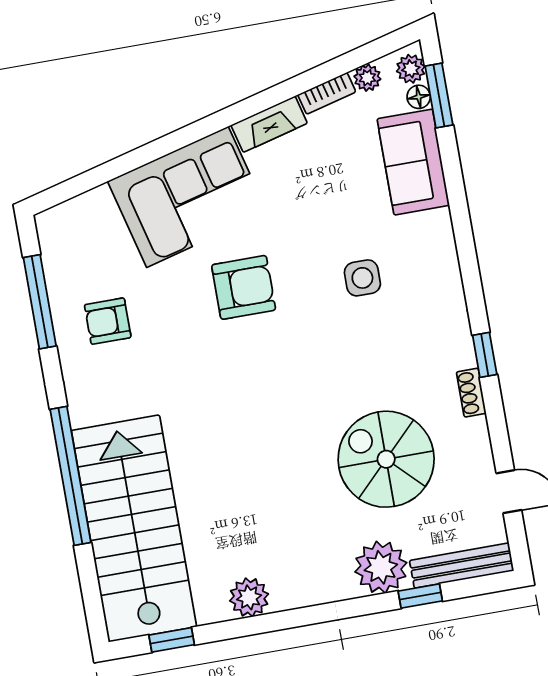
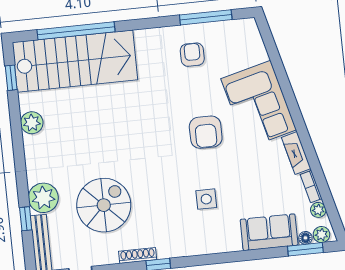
shoe rack: (471, 393) -> (138, 255), width x1.43
window: (70, 476) -> (76, 31), moved

